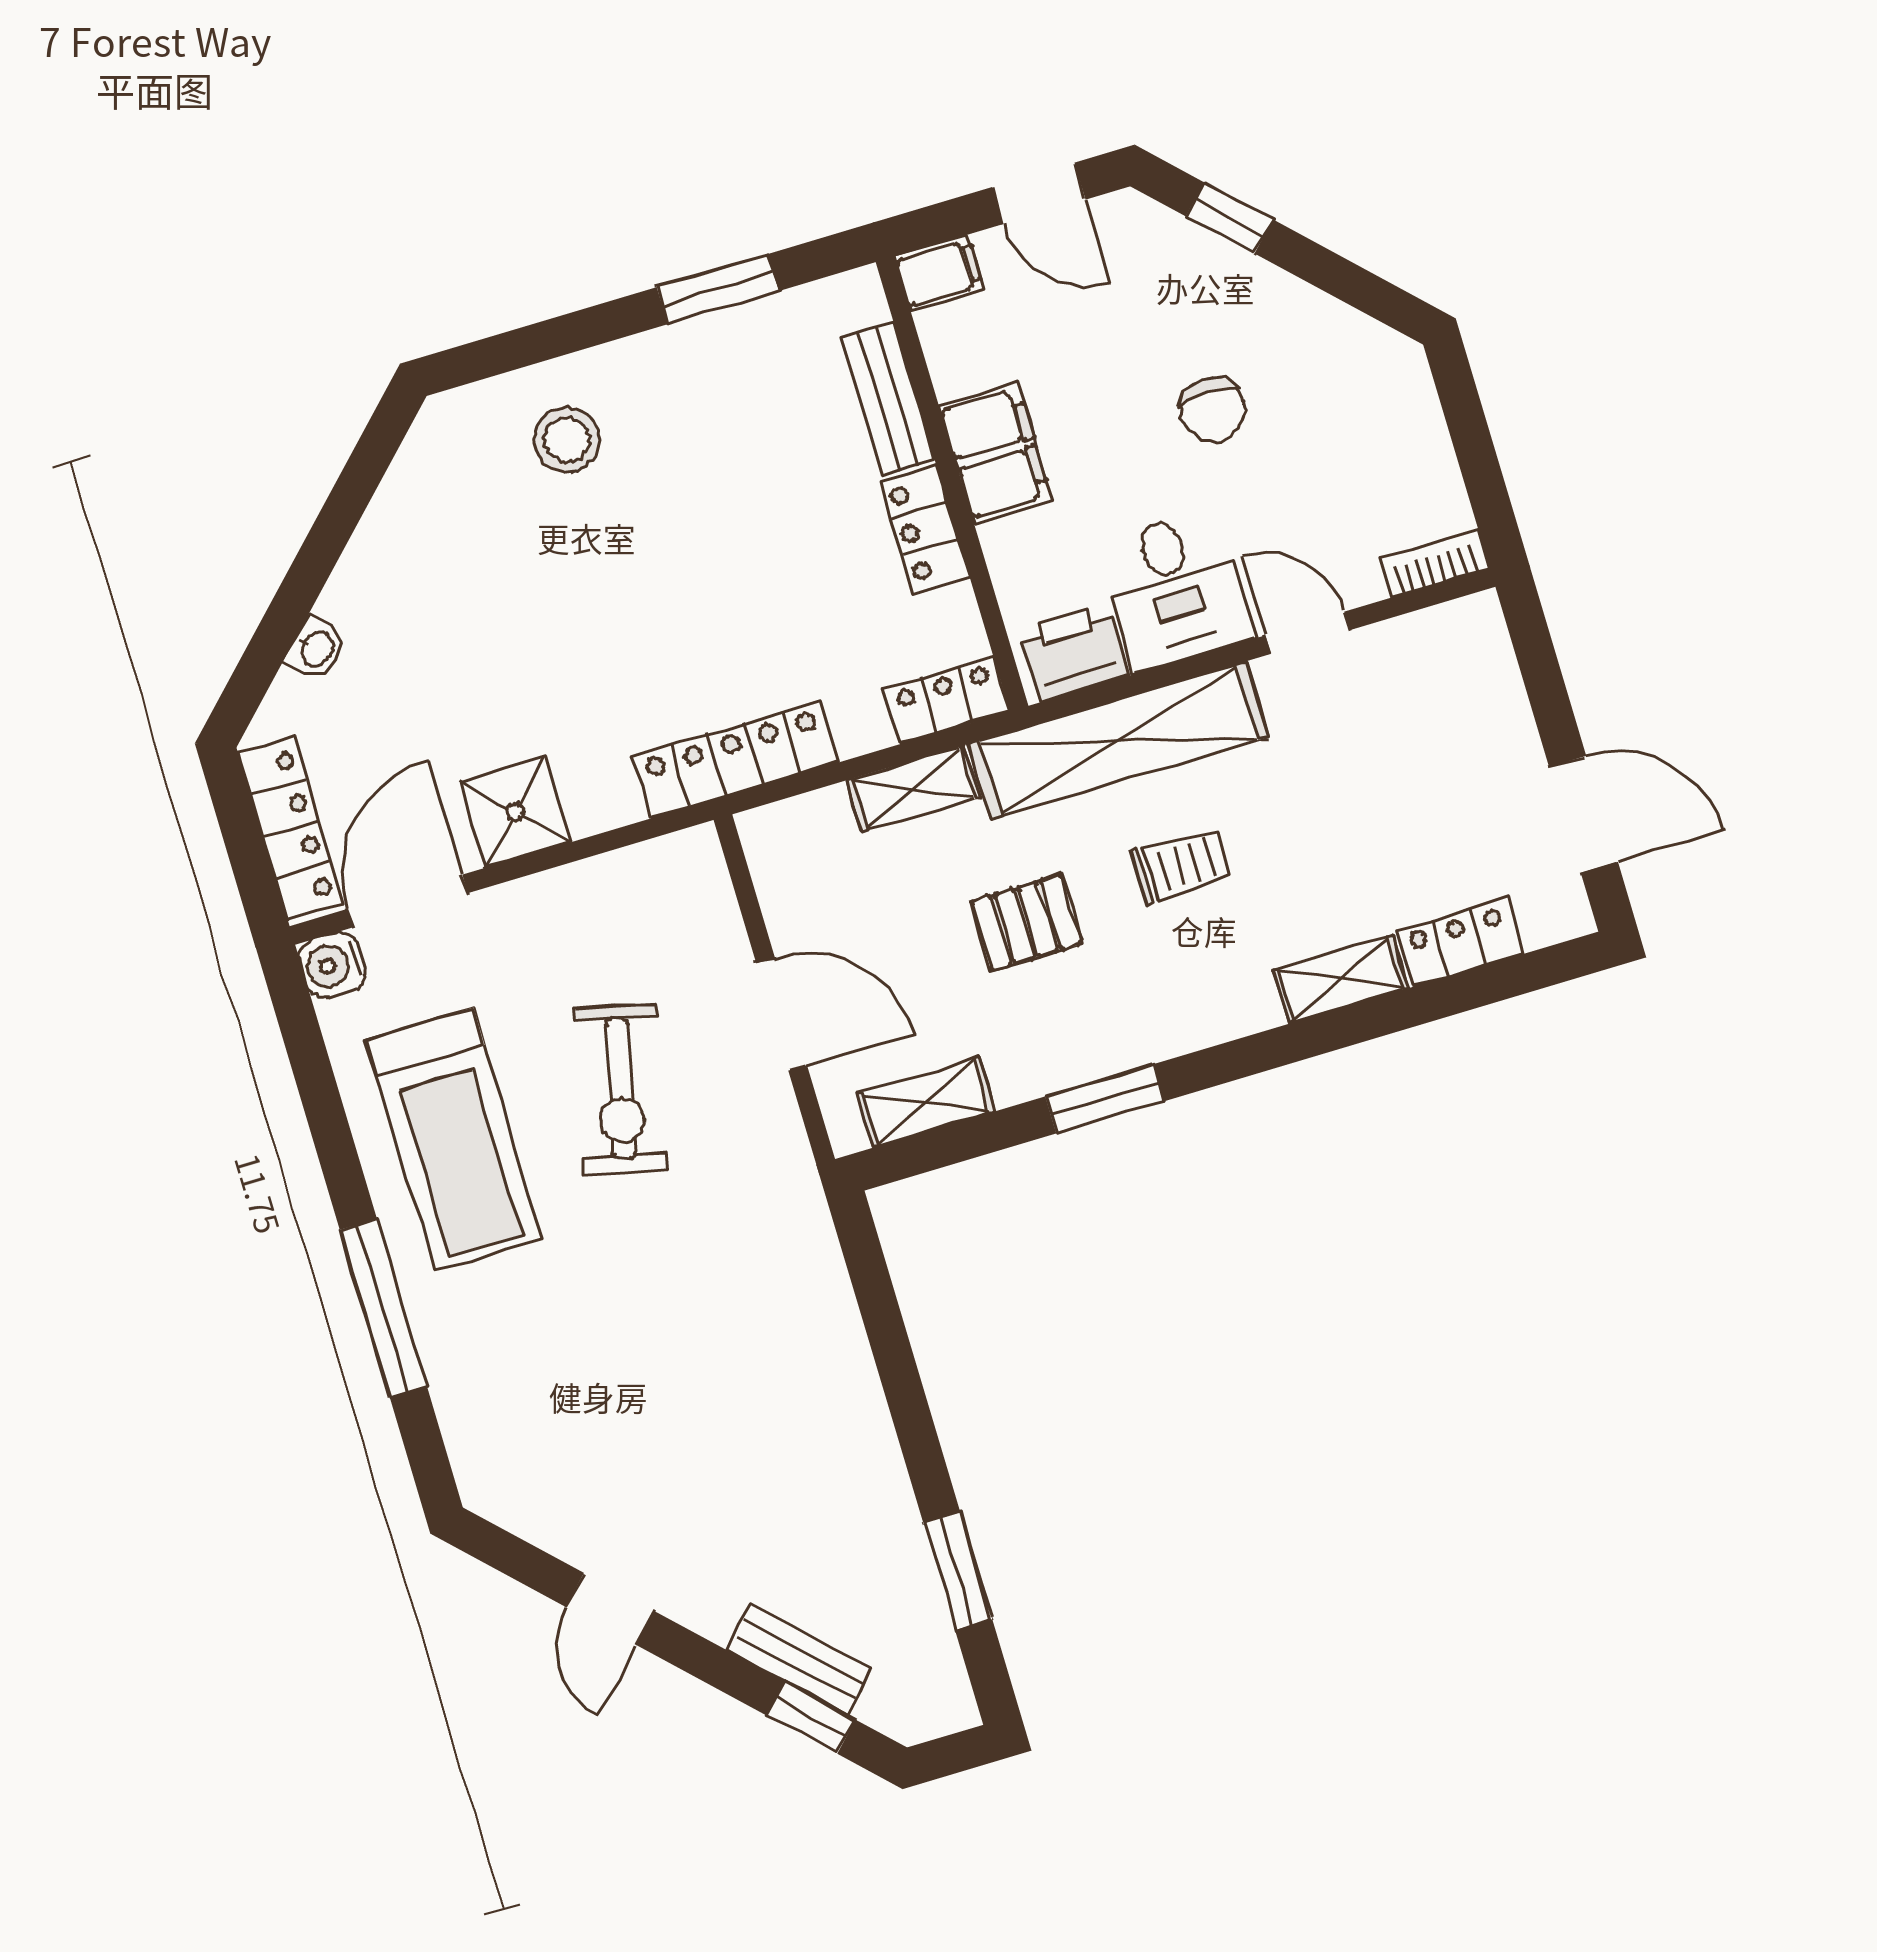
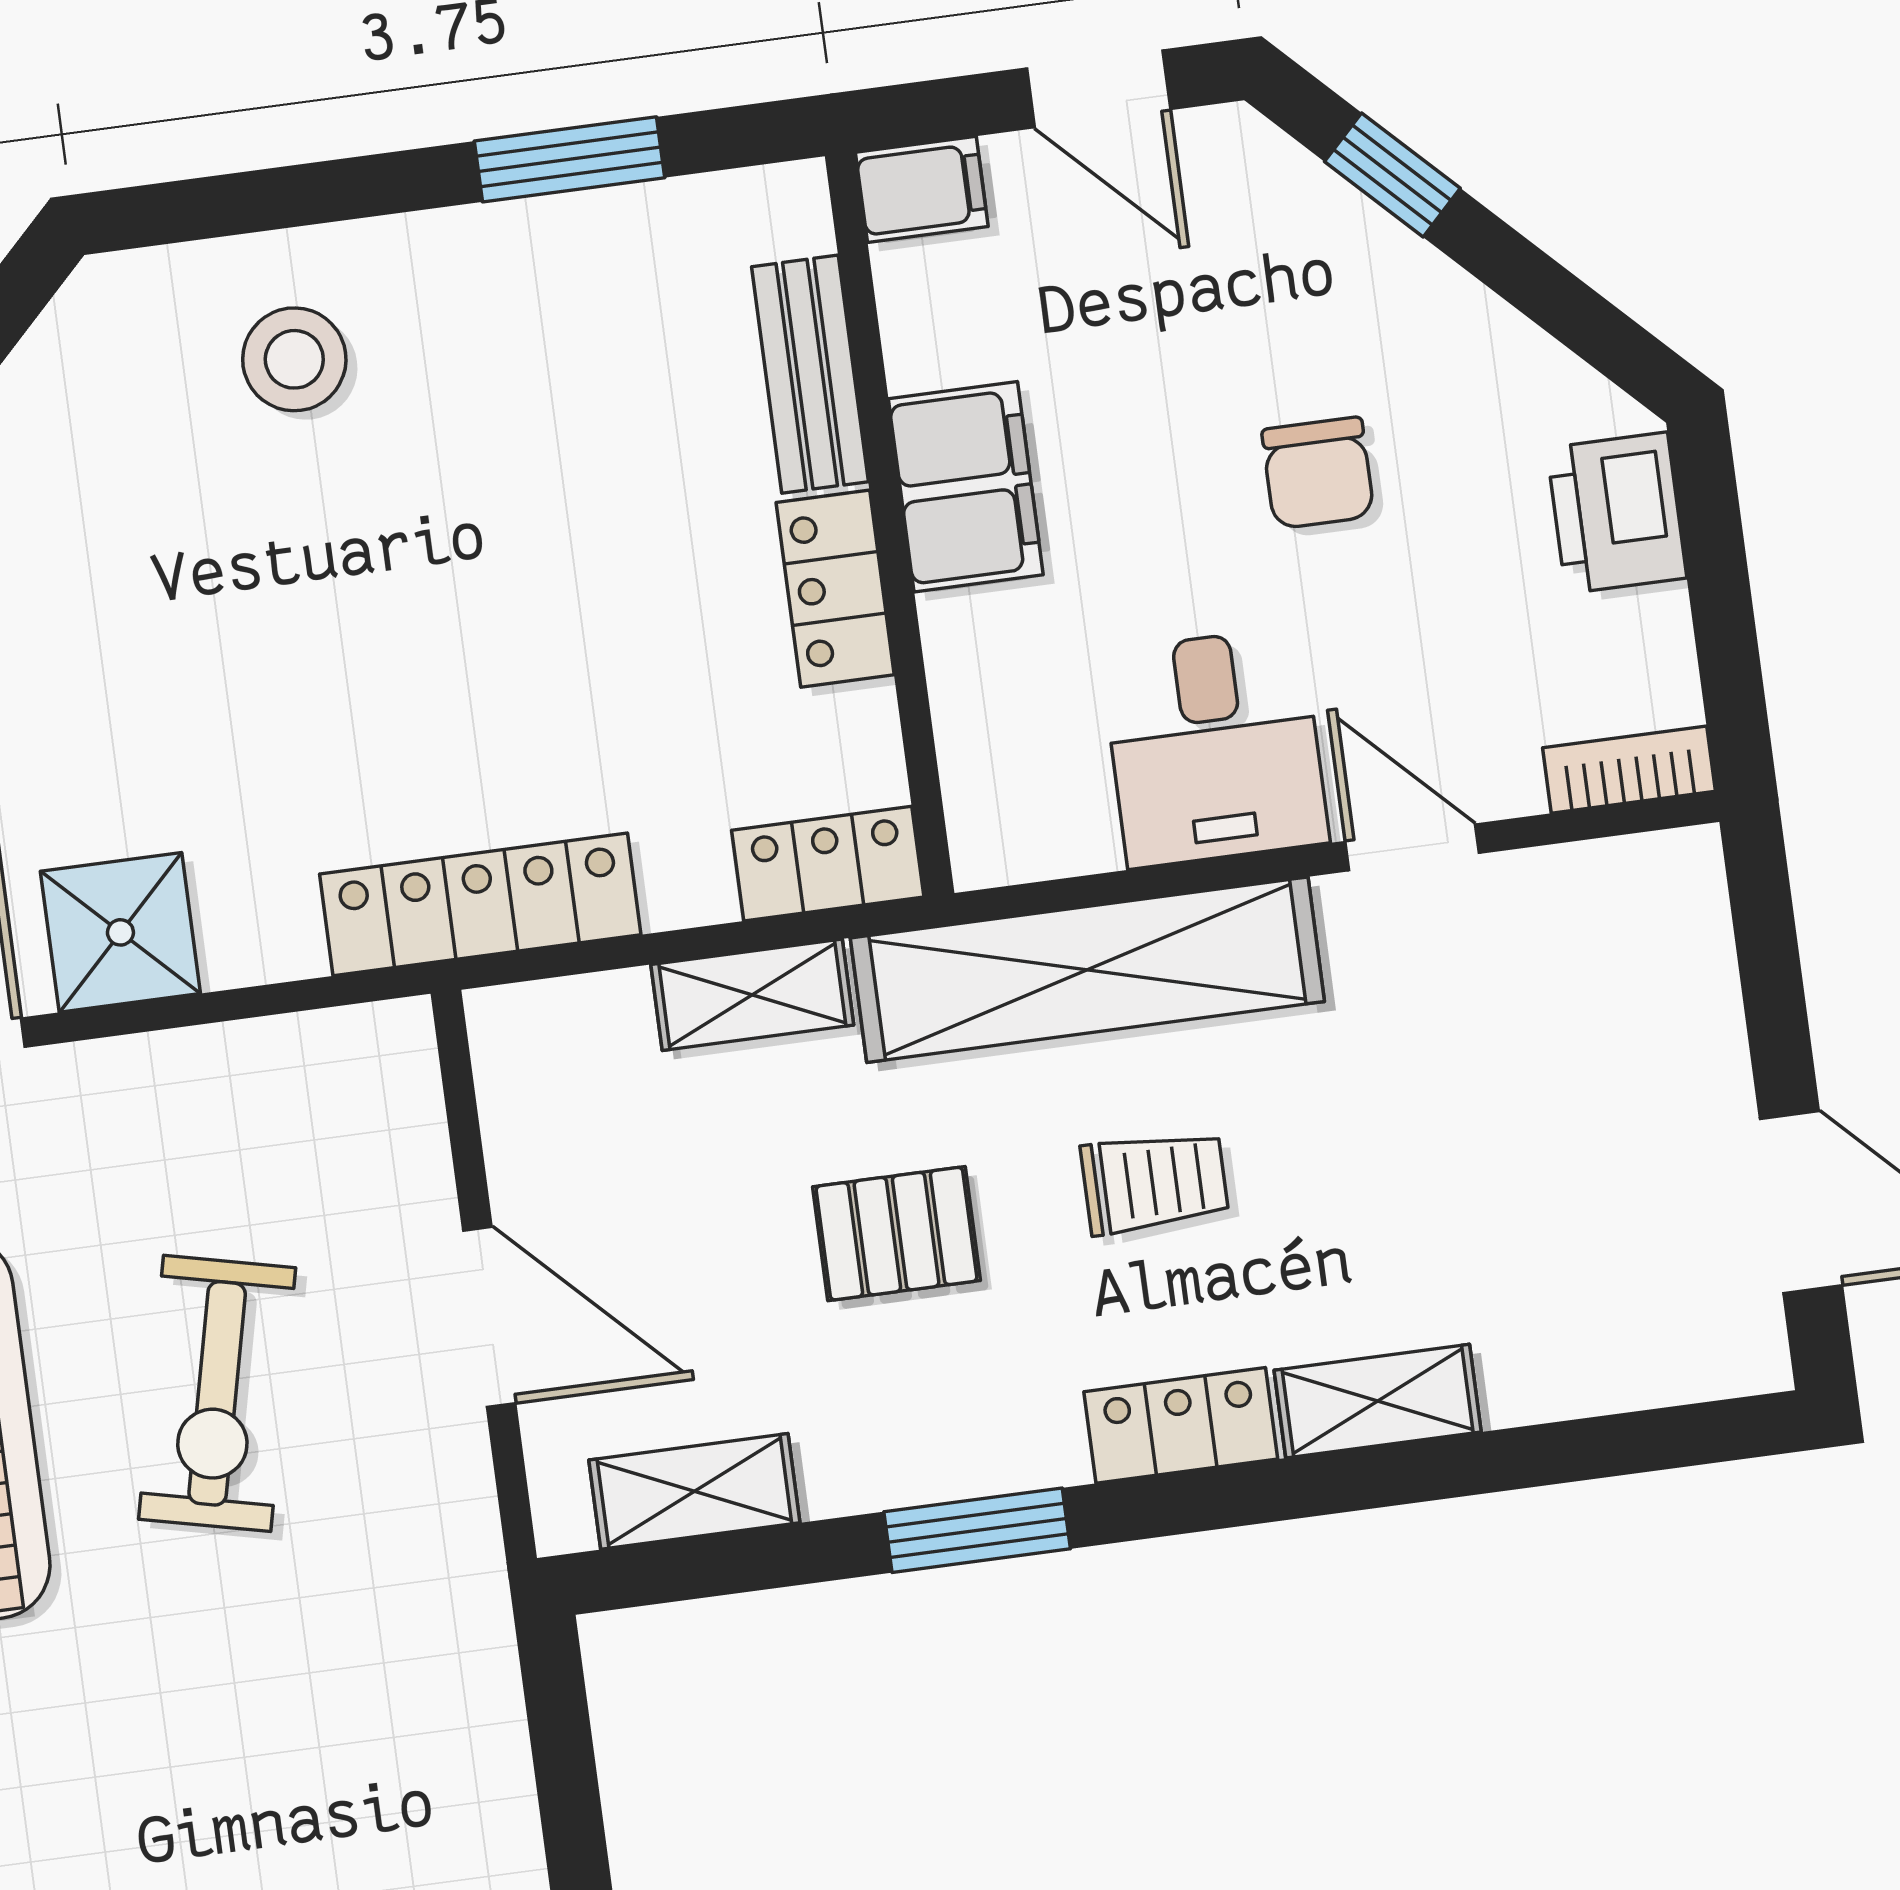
printer: (1073, 653) -> (1617, 513), moved, turned -90
locker: (1459, 943) -> (1181, 1425), moved

